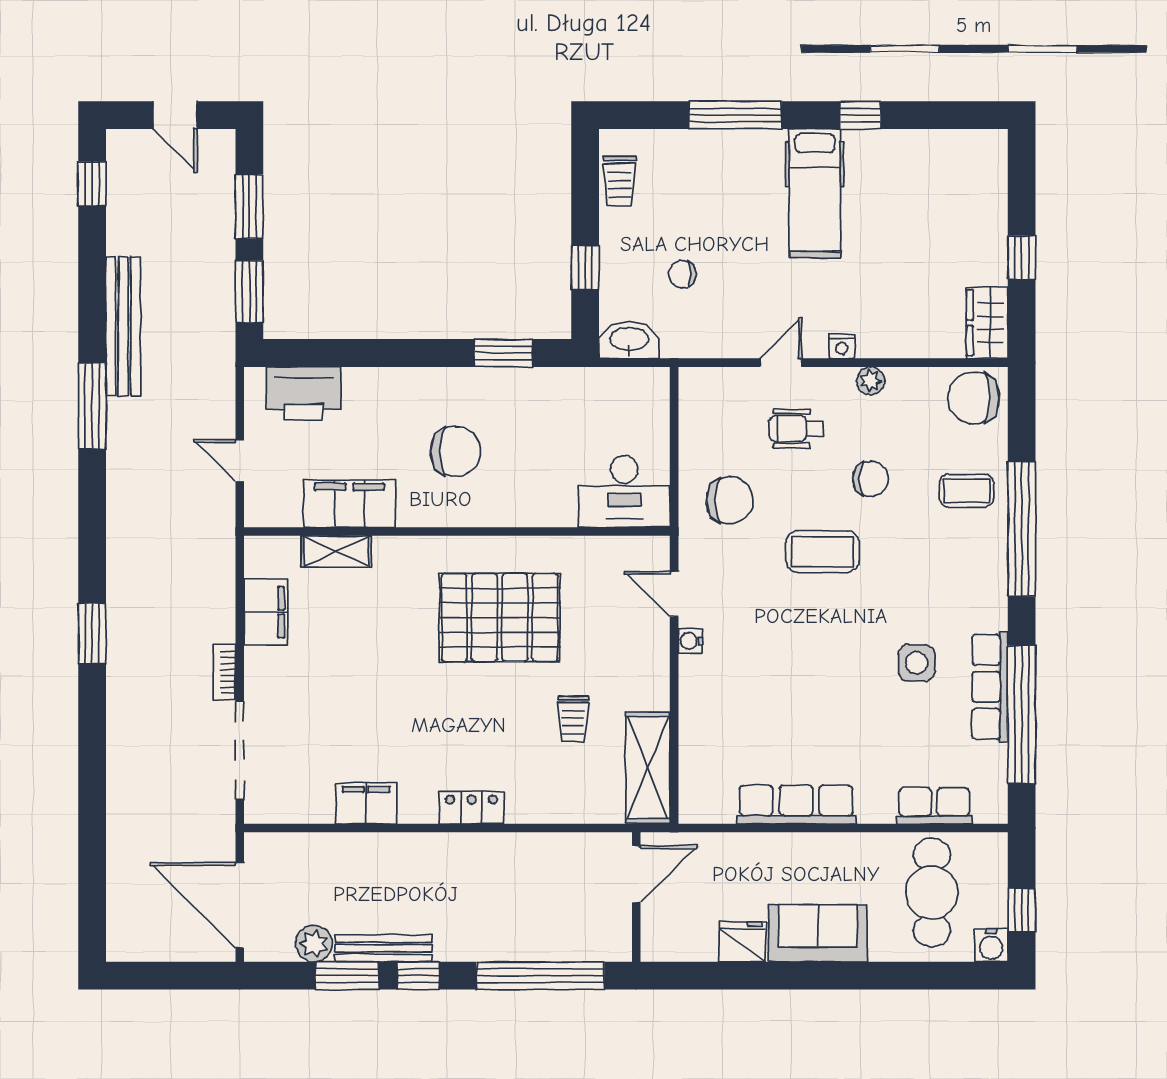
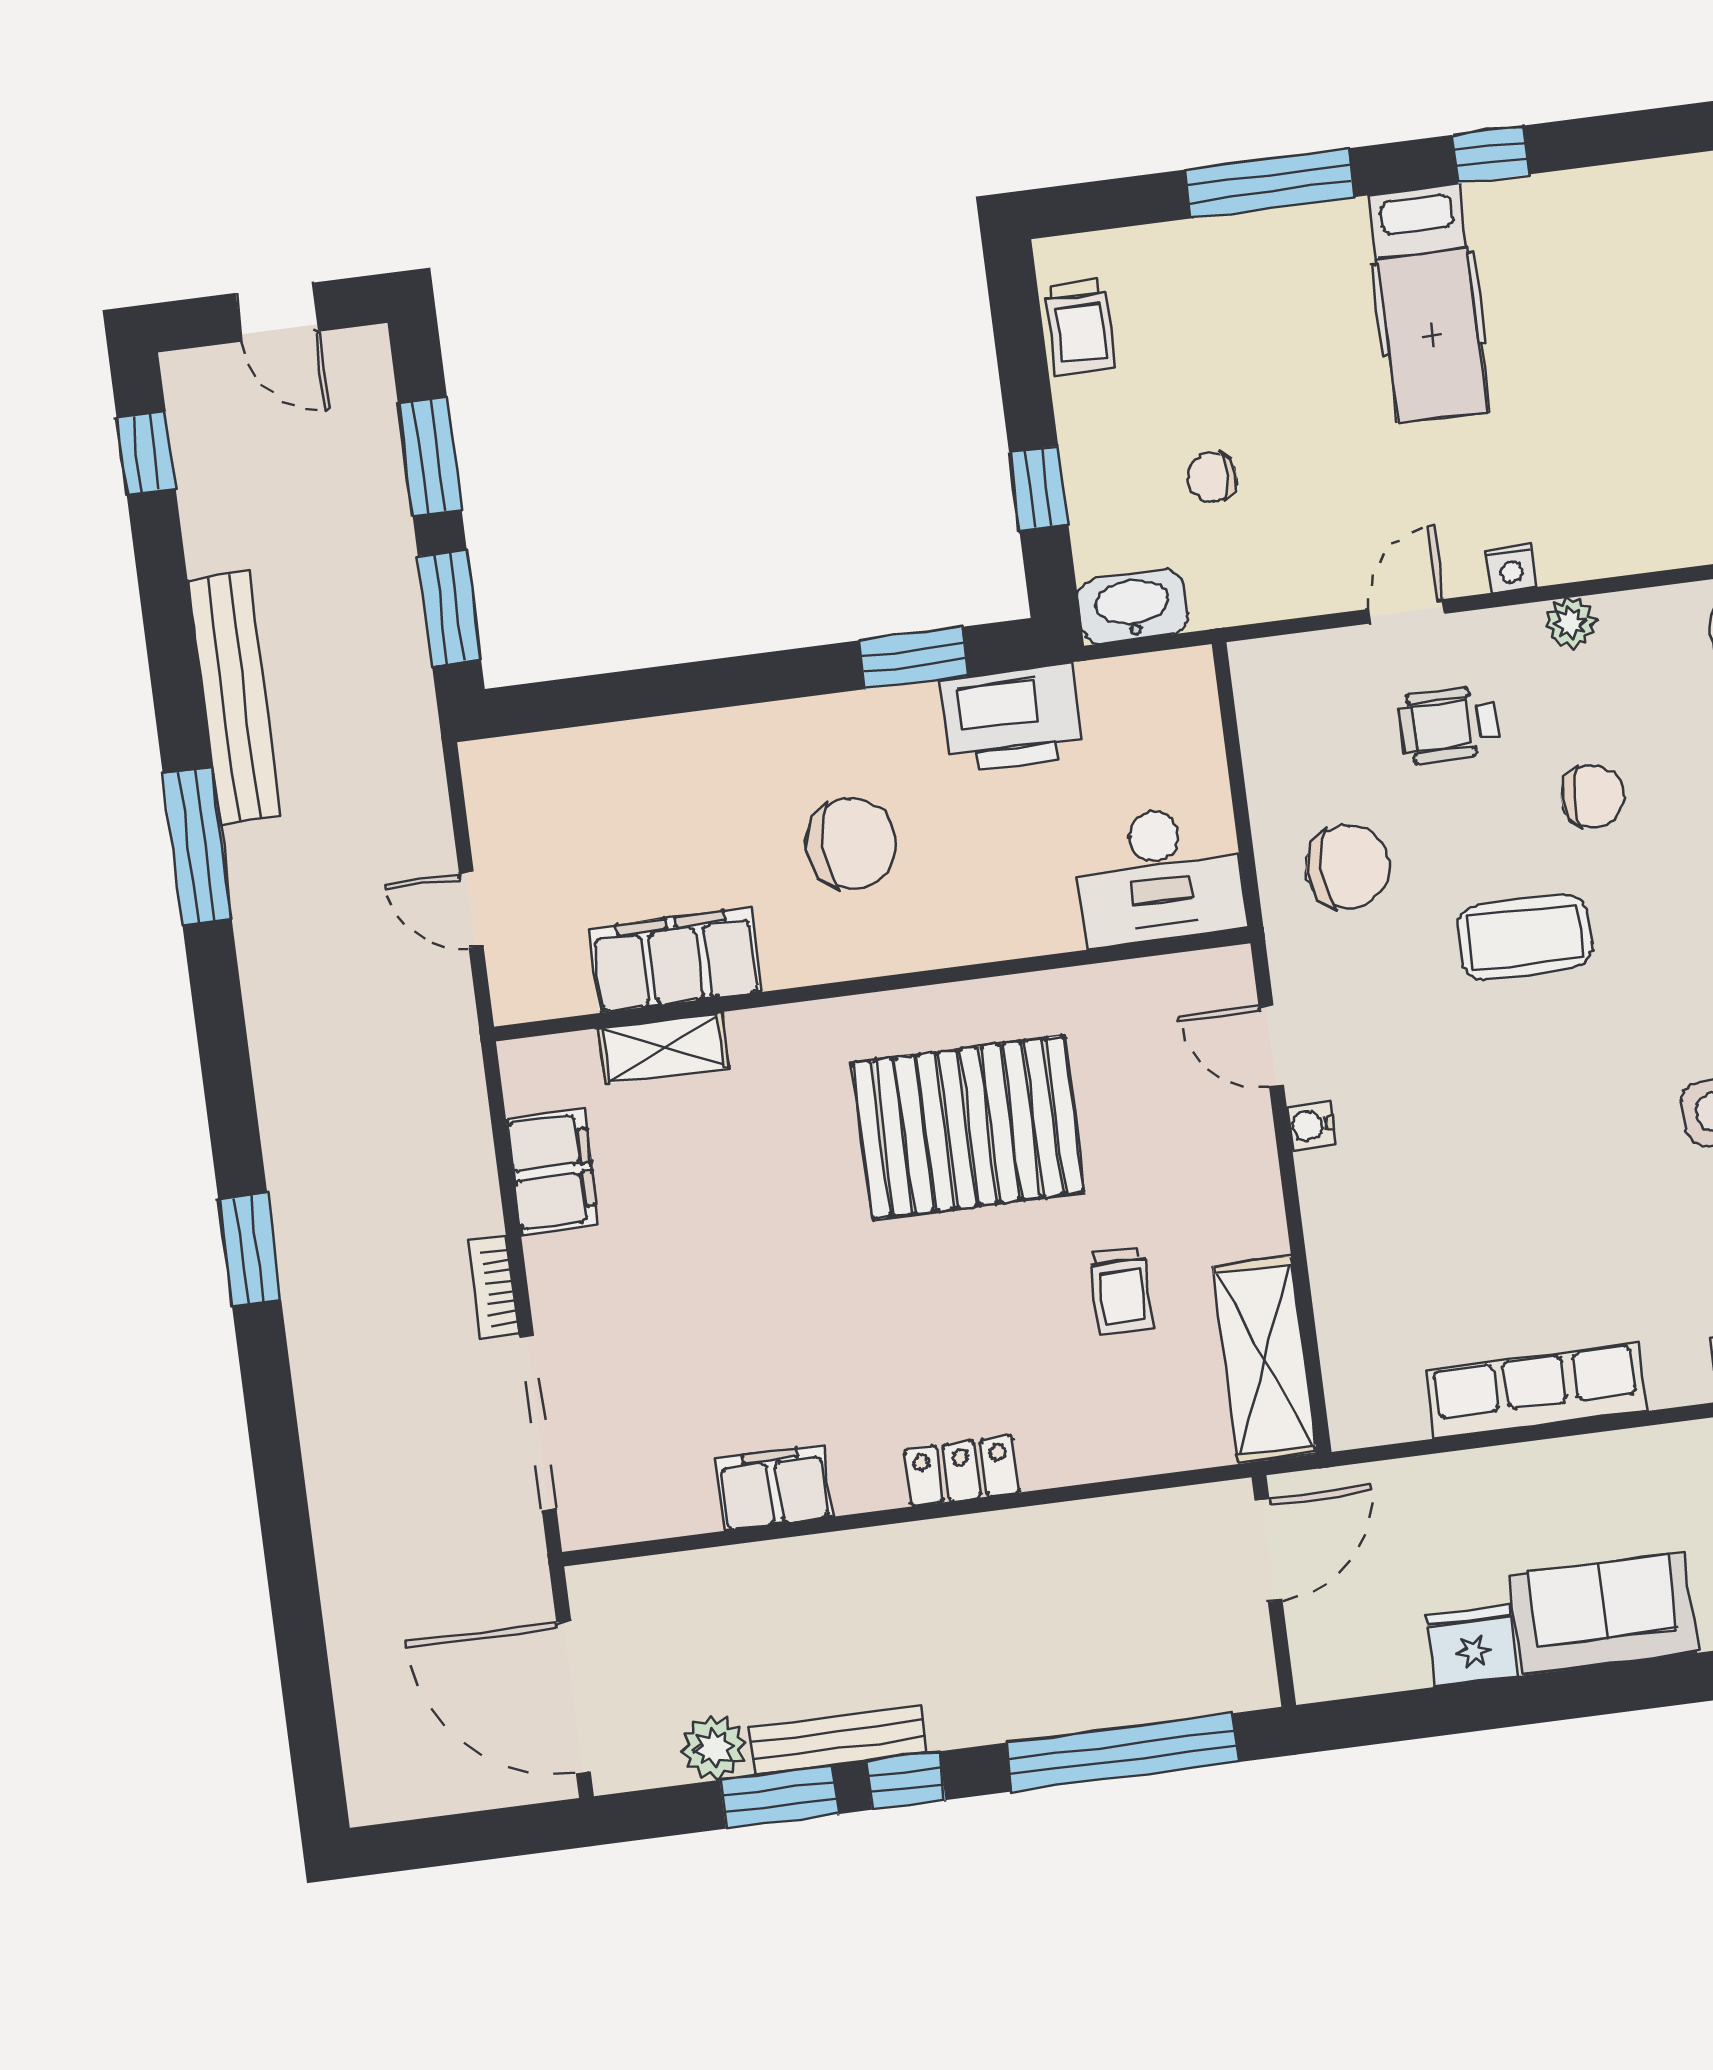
printer: (304, 393) -> (1012, 718), moved

